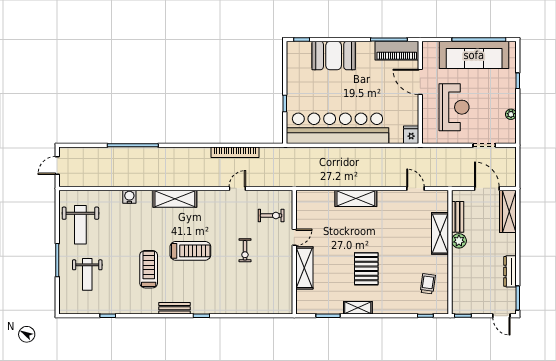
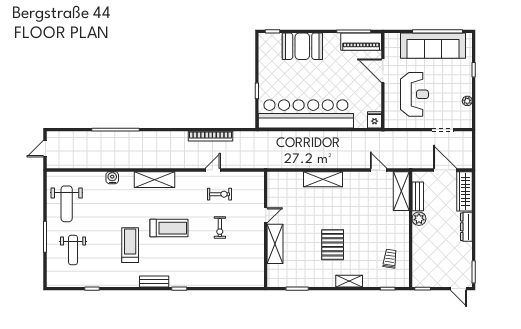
exercise bike: (271, 216) -> (220, 194), moved
shelving: (440, 233) -> (401, 191), moved
dresser: (510, 271) -> (466, 227), moved
shelving: (358, 308) -> (349, 281), moved

